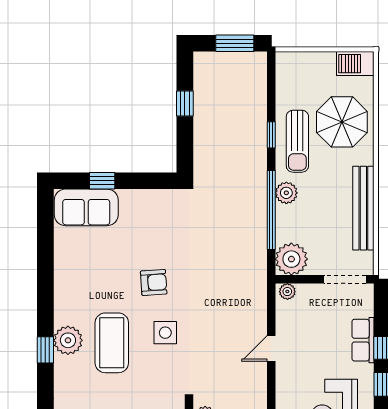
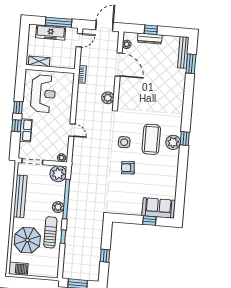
door: (271, 348) -> (72, 130), hinge flipped

